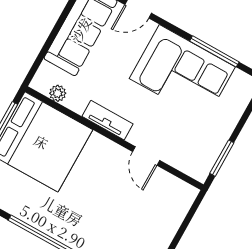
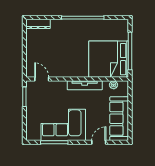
tv unit: (107, 120) -> (85, 85), width x1.41
door: (146, 156) -> (42, 79), moved

